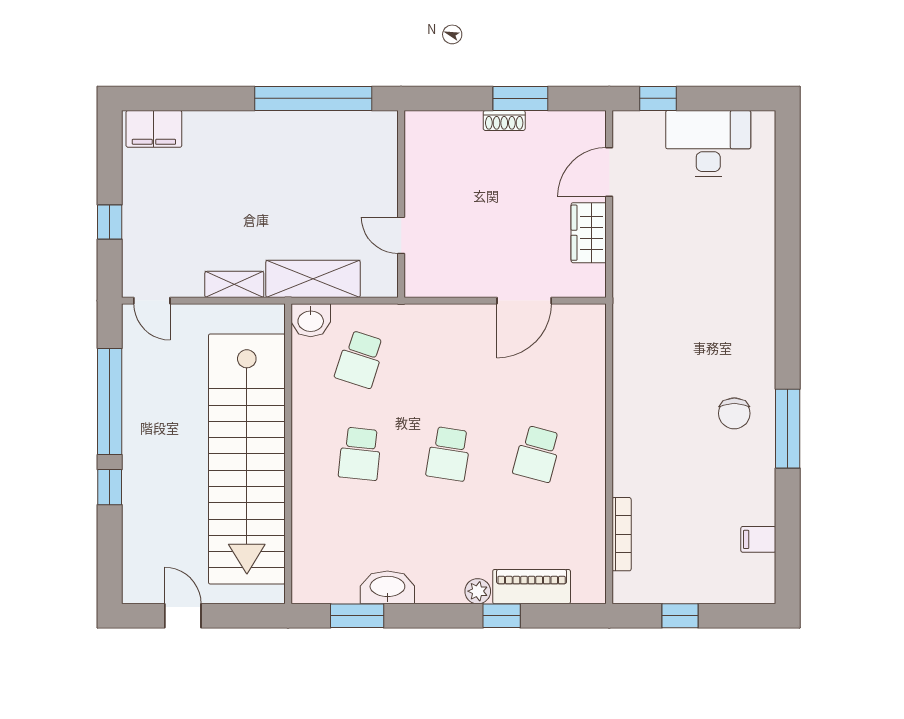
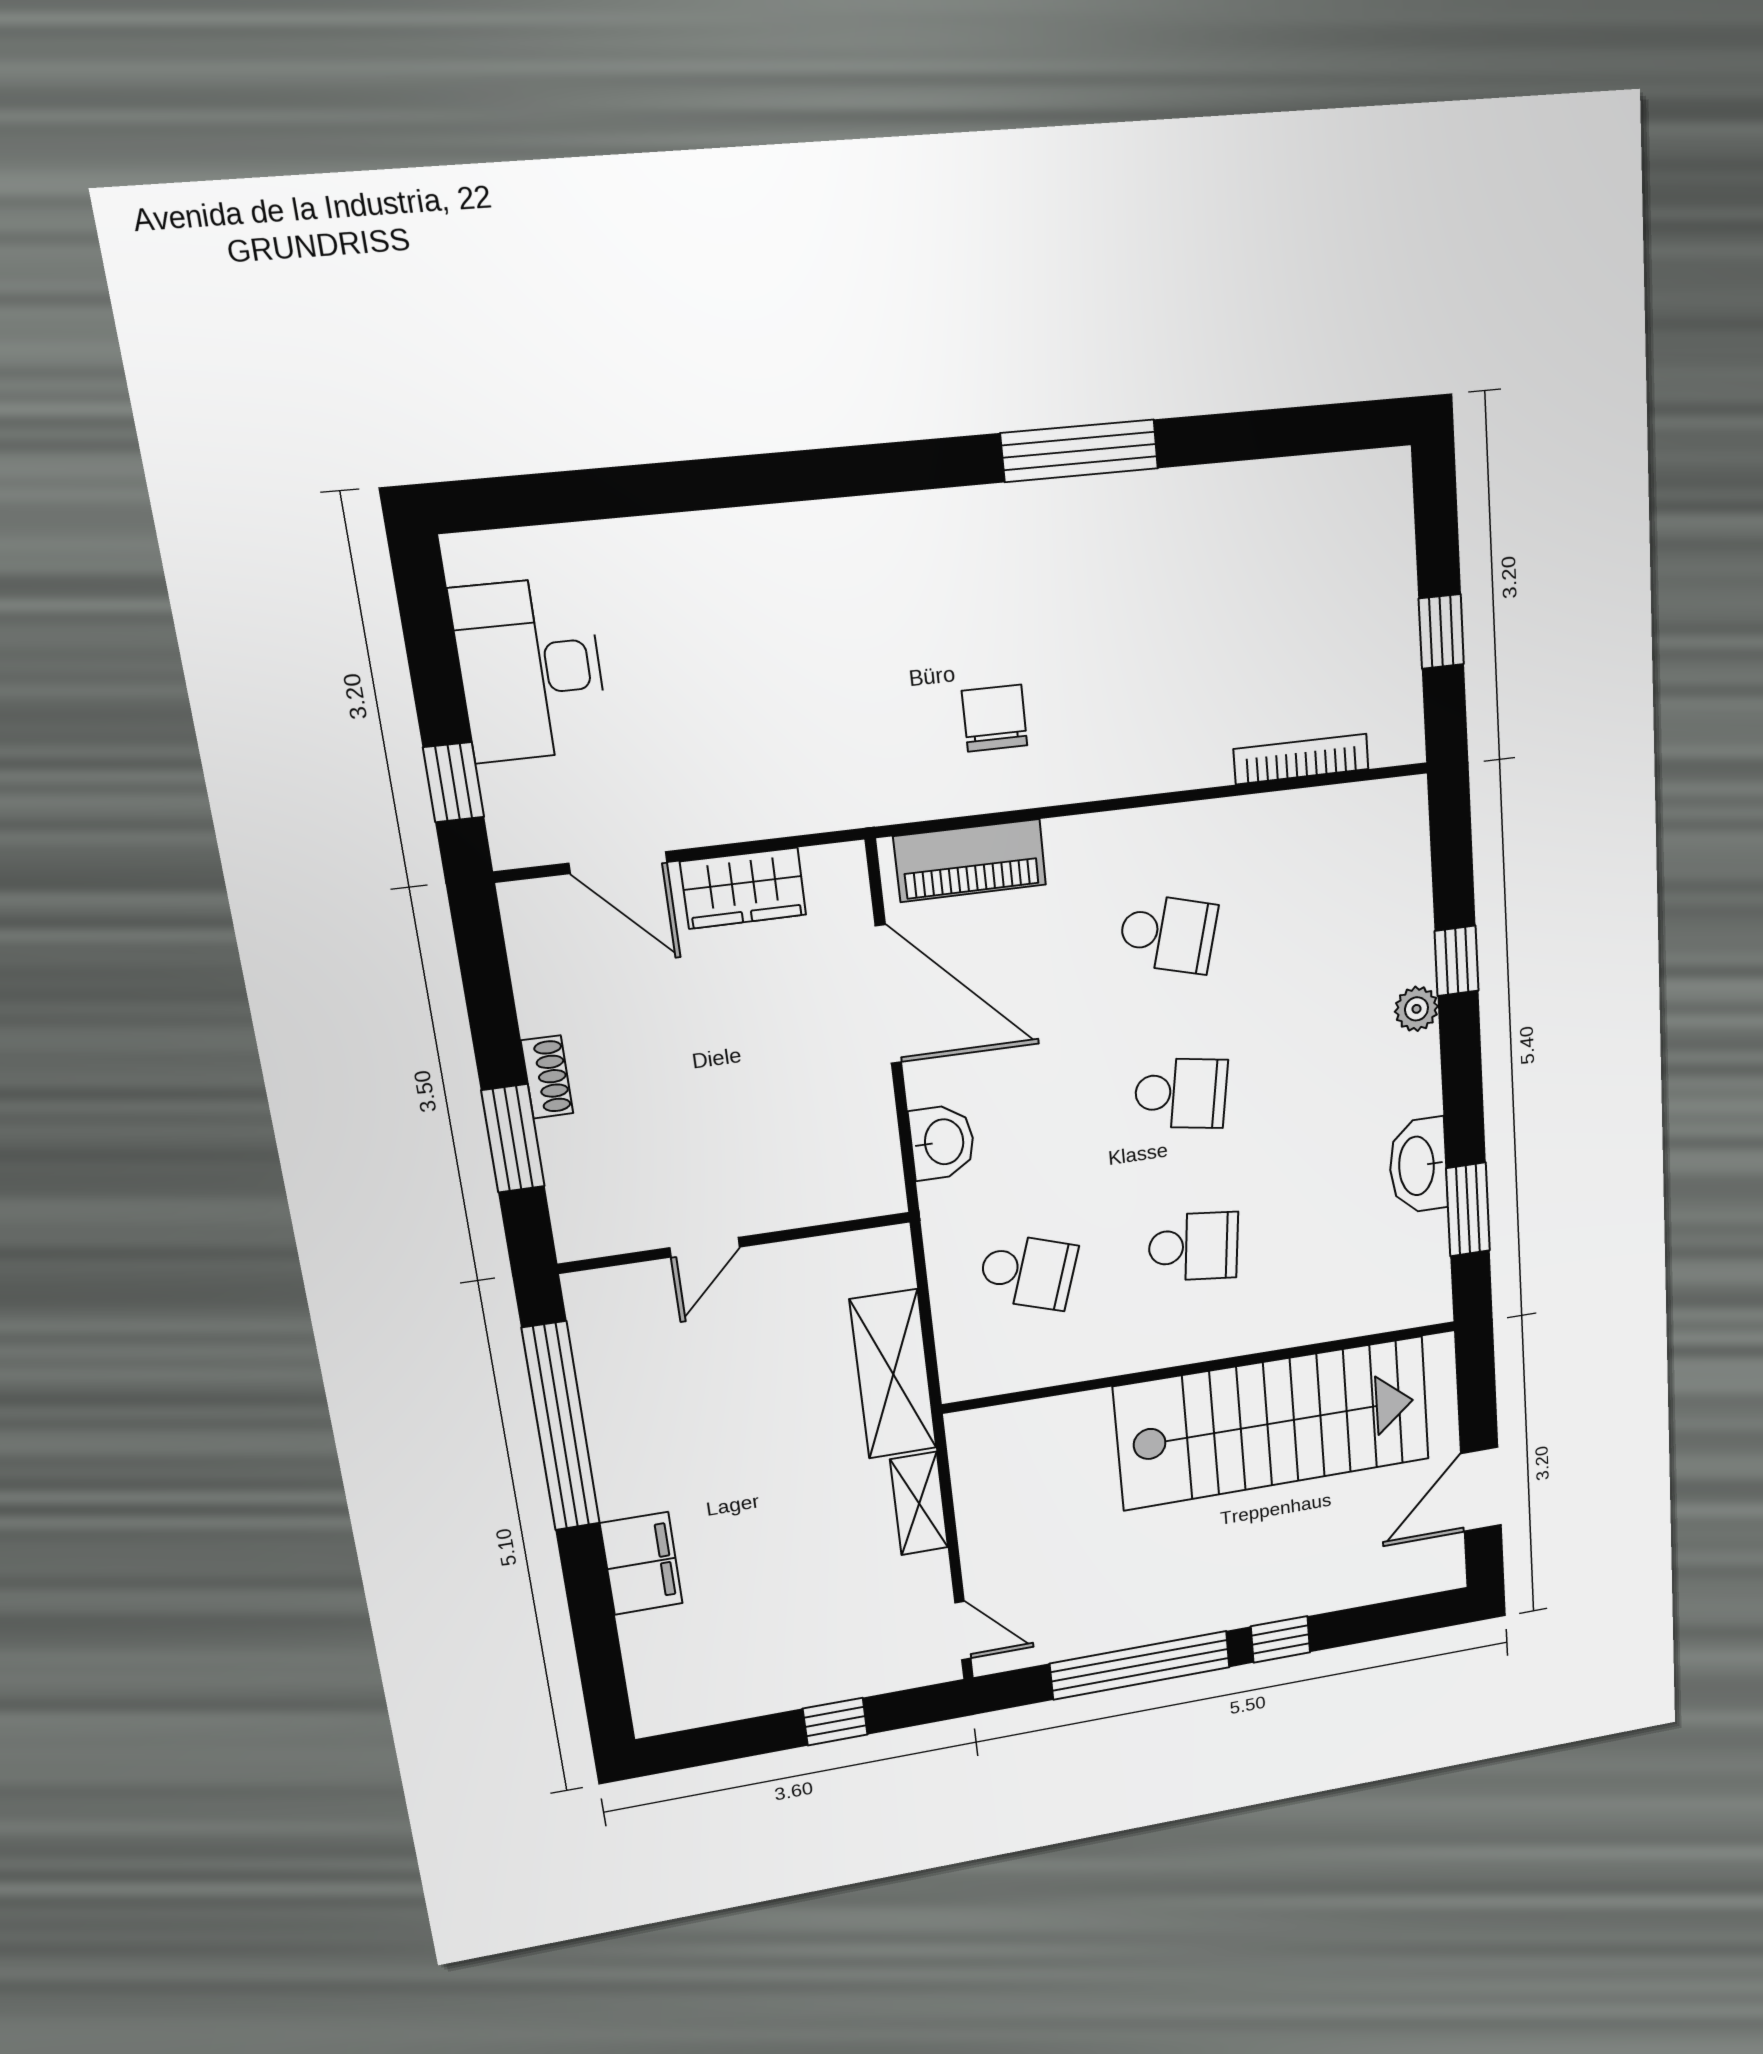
window: (520, 98) -> (513, 1138), moved
filing cabinet: (154, 129) -> (641, 1563), moved
door: (401, 235) -> (705, 1247), moved
door: (152, 301) -> (963, 1631), hinge flipped
door: (524, 301) -> (888, 994), width x1.36
washbasin: (311, 320) -> (942, 1142), moved
chair: (734, 413) -> (995, 718), moved, turned -90
stairs: (247, 459) -> (1273, 1423), width x0.73
filing cabinet: (758, 539) -> (1294, 491), removed
piano: (532, 587) -> (970, 861), moved, turned -90
door: (183, 616) -> (1481, 1490), width x1.38

